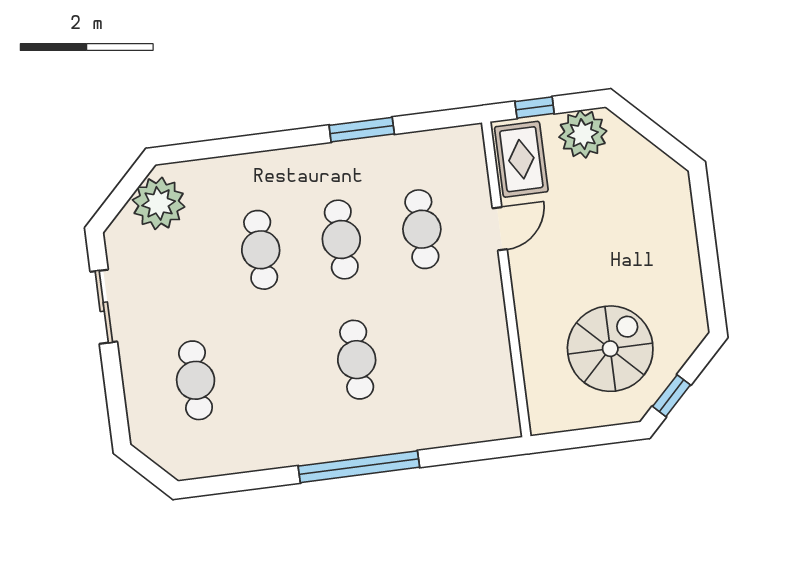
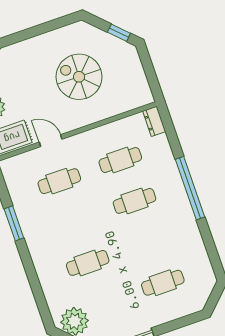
cafe table: (341, 240) -> (120, 160), moved
spiral stairs: (610, 349) -> (79, 77), moved
dresser: (495, 426) -> (154, 121), added

